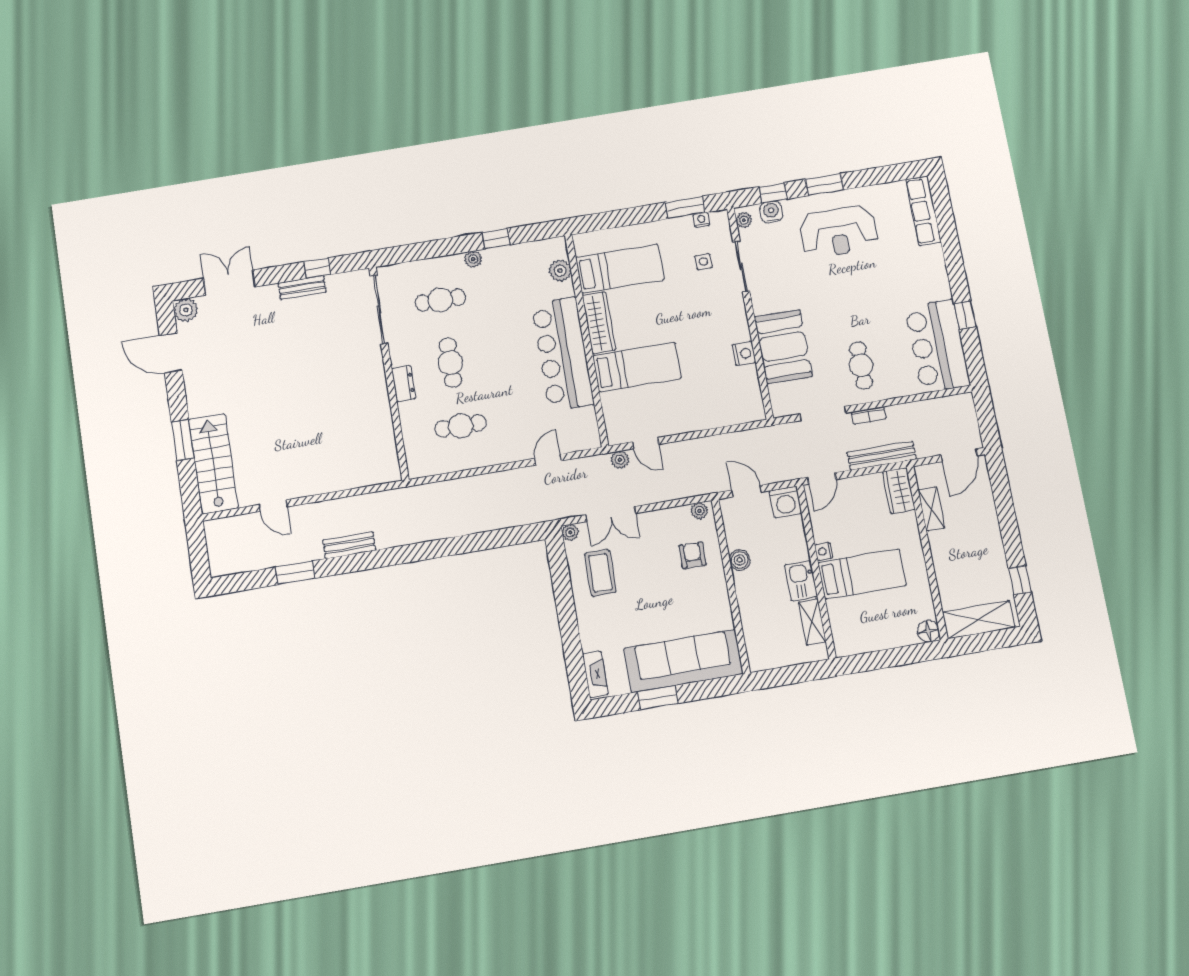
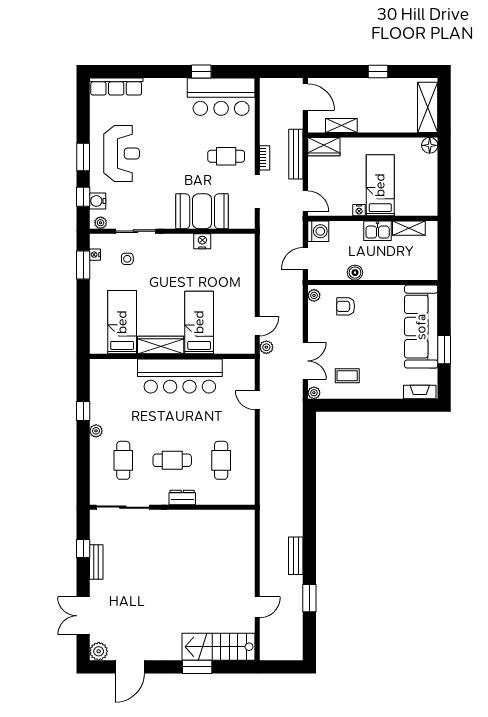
plant: (560, 271) -> (116, 367), removed
coffee table: (600, 573) -> (347, 376), width x0.73, depth x0.77
window: (1020, 580) -> (378, 72), moved

